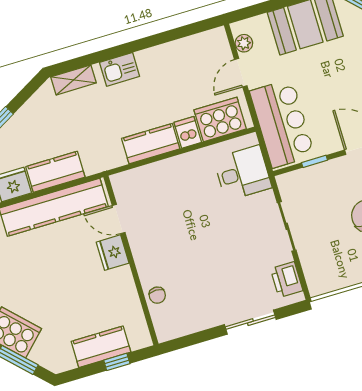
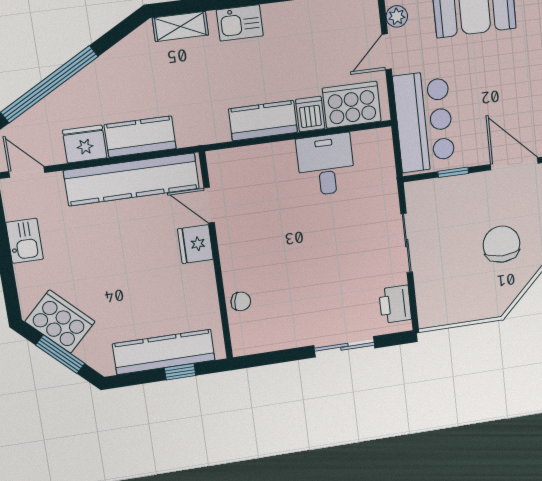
desk: (243, 173) -> (326, 165), moved, turned -90
chair: (157, 295) -> (241, 301), turned -79
kitchen counter: (101, 347) -> (164, 352), width x1.50

